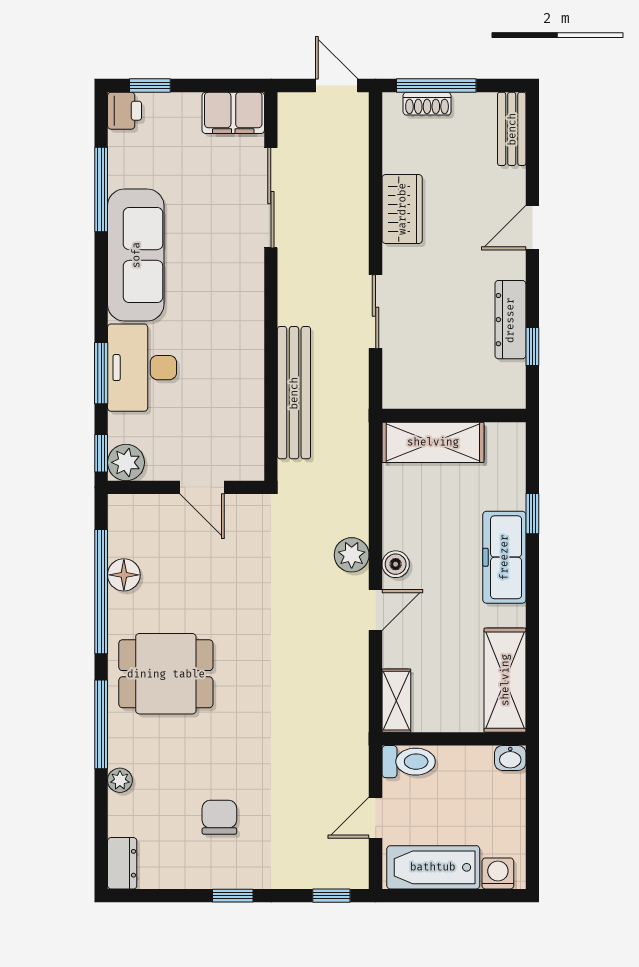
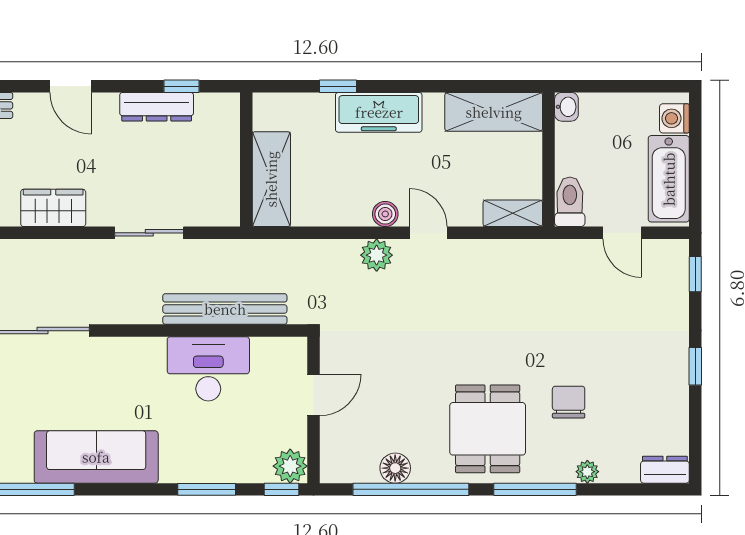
desk: (142, 368) -> (208, 369), moved, turned 180
chair: (219, 817) -> (569, 402), moved, turned 90

